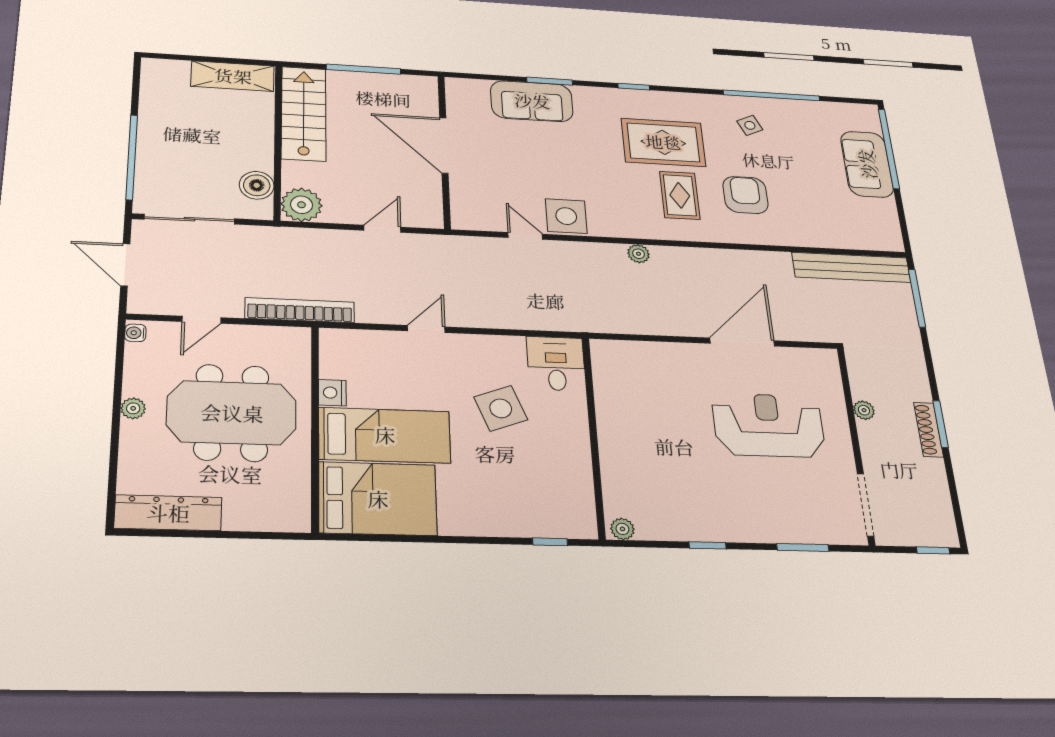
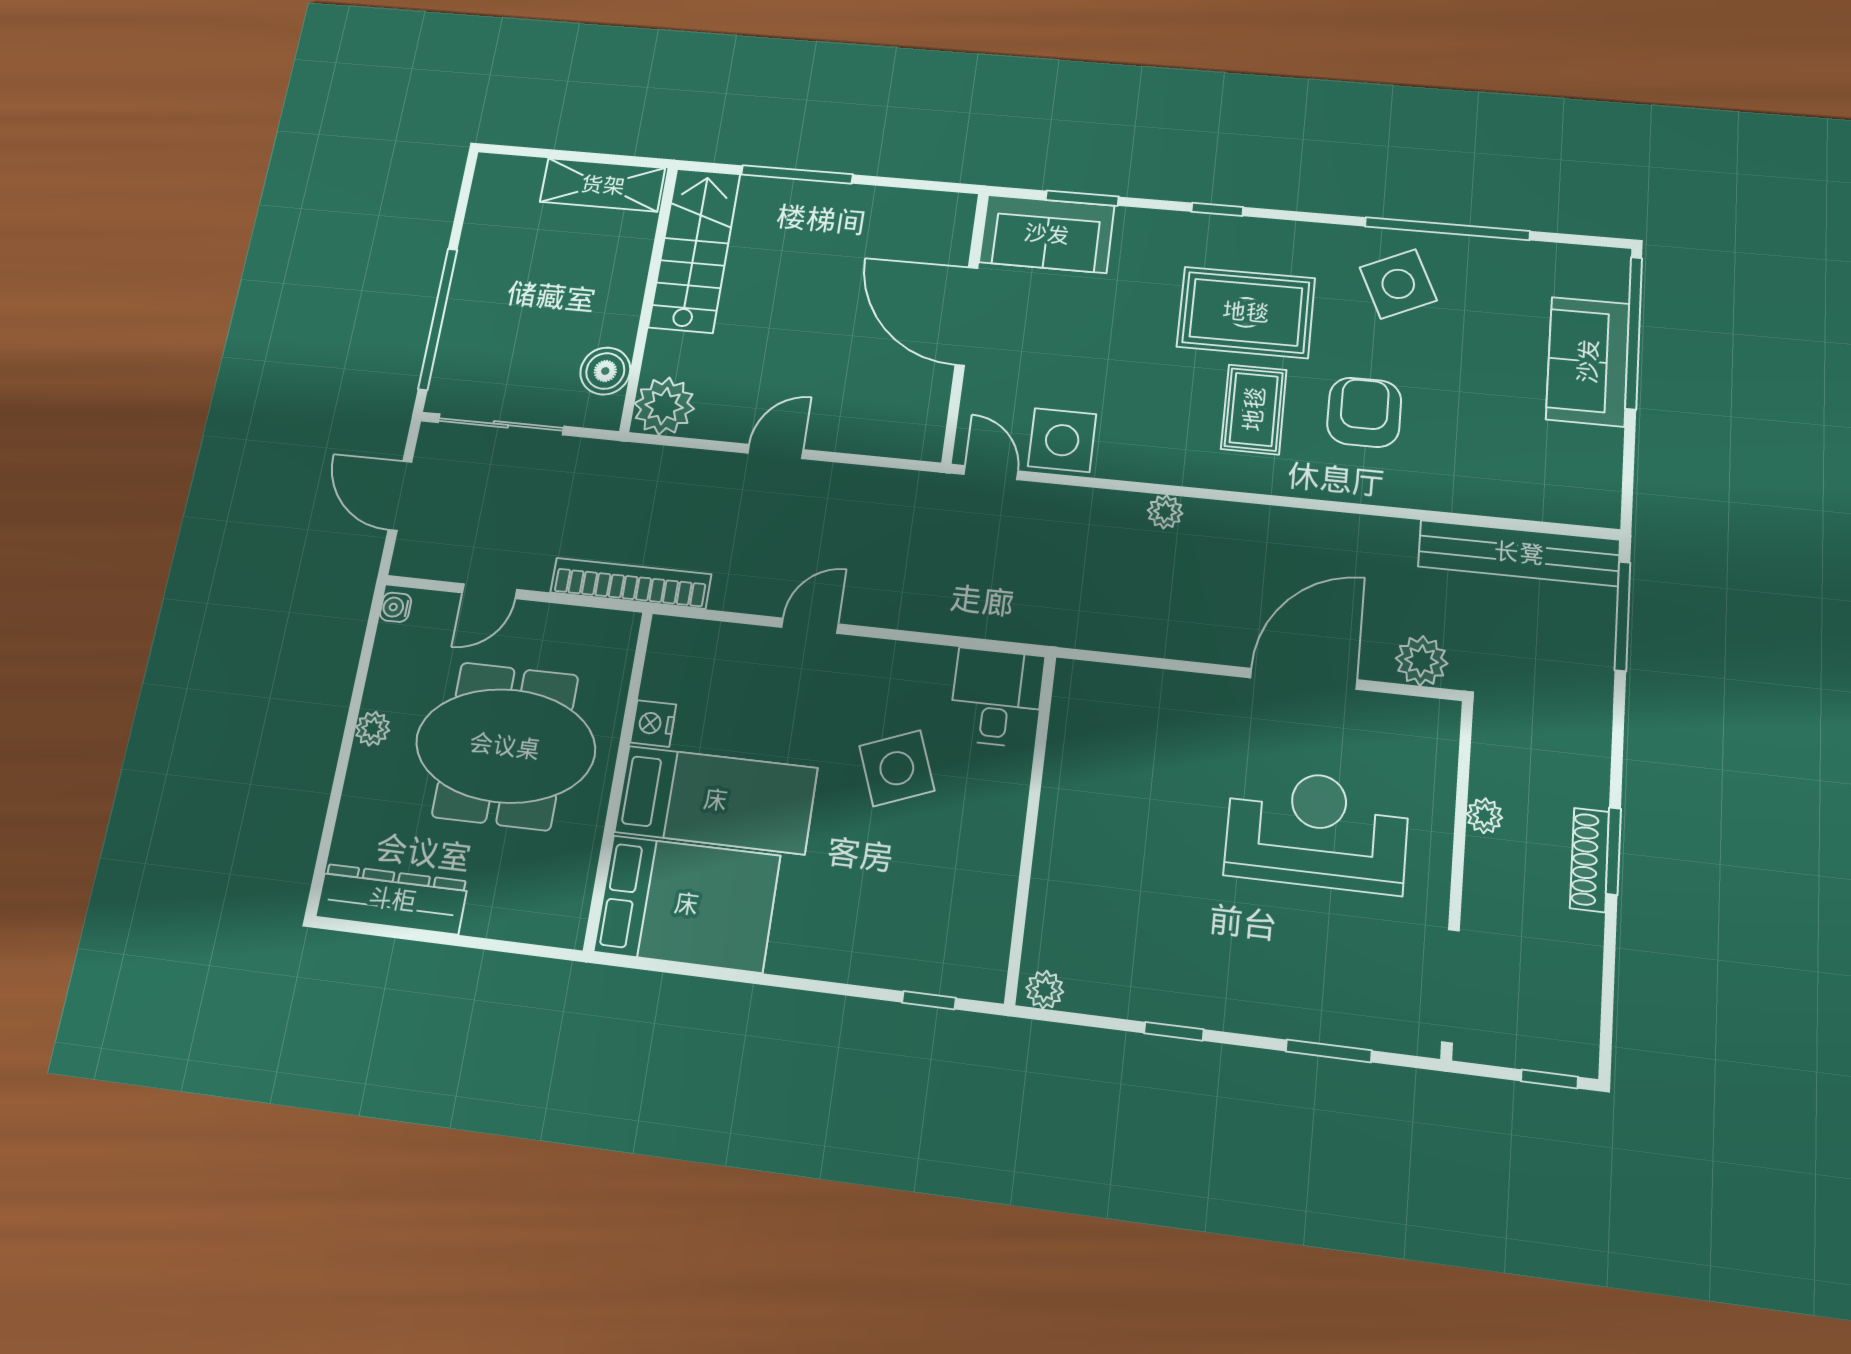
side table: (750, 125) -> (1398, 284), width x1.87, depth x1.87
door: (444, 145) -> (966, 316), moved
wall: (444, 151) -> (965, 326), moved
plant: (809, 328) -> (1421, 661), added

